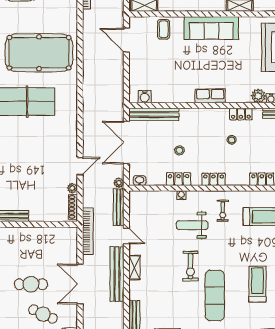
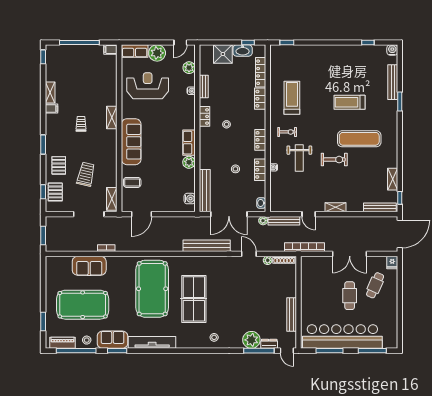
plant: (258, 96) -> (189, 162), moved
door: (126, 236) -> (309, 214), swing flipped
bench: (117, 274) -> (207, 246), moved

